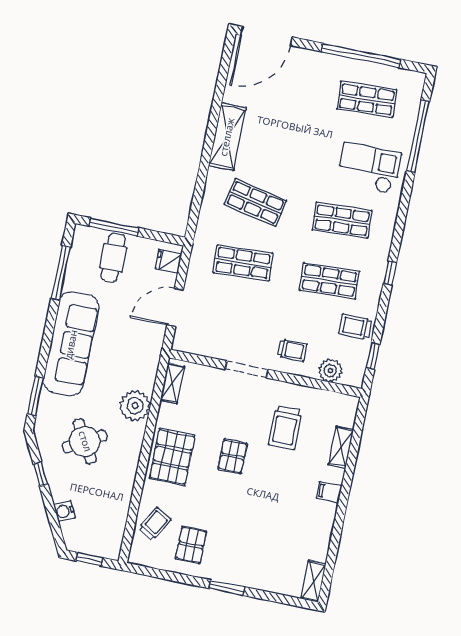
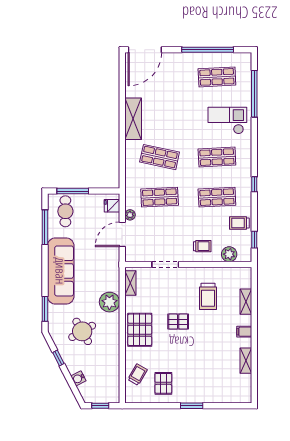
cafe table: (113, 258) -> (65, 211), moved
plant: (193, 281) -> (130, 215), added
doorway: (247, 369) -> (165, 264), moved
pallet: (232, 456) -> (178, 322), turned 90
shelving: (314, 581) -> (246, 361), moved

